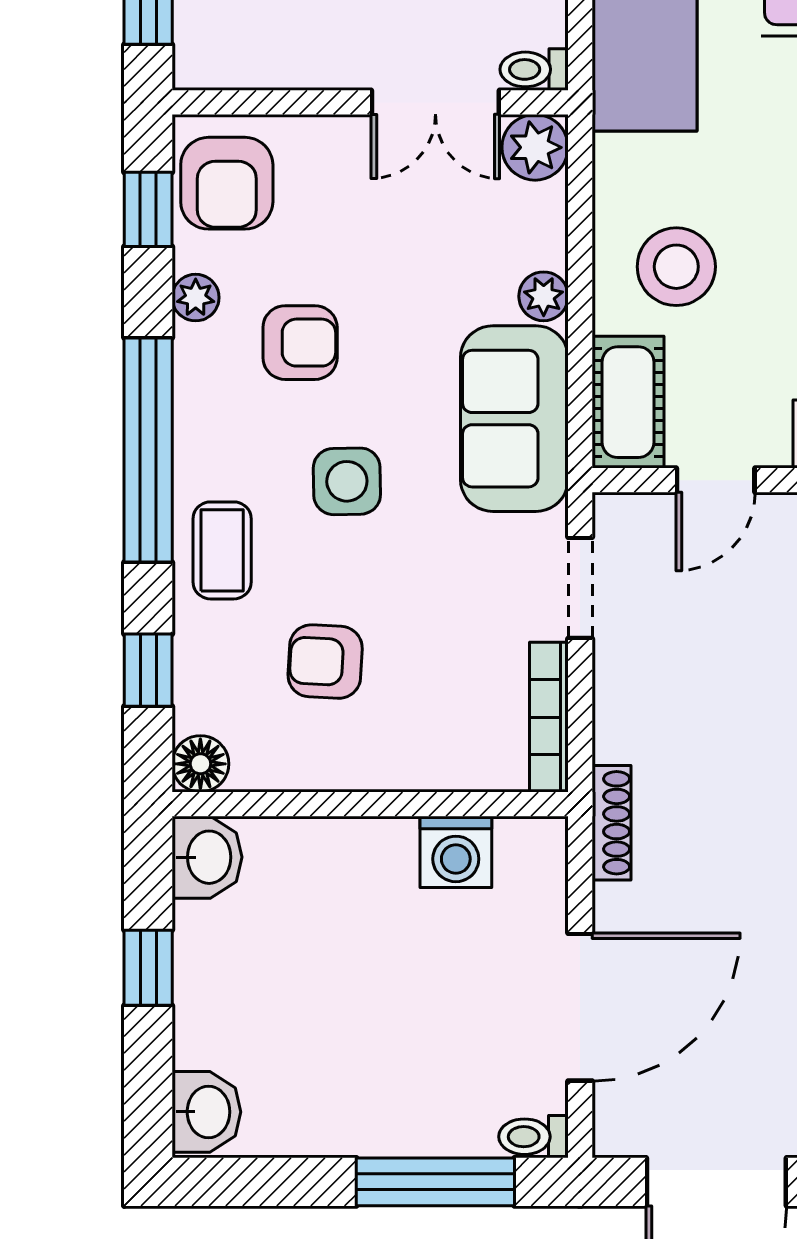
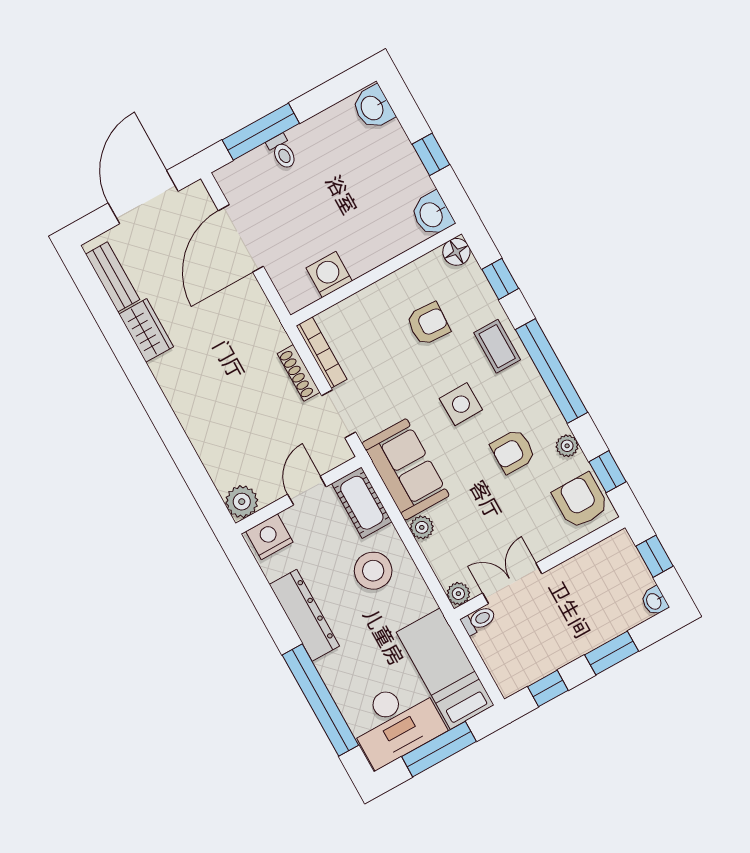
plant: (535, 147) -> (458, 594), width x0.73, depth x0.73
shoe rack: (612, 823) -> (299, 373), moved
toilet: (533, 1137) -> (282, 152), moved, turned 90

